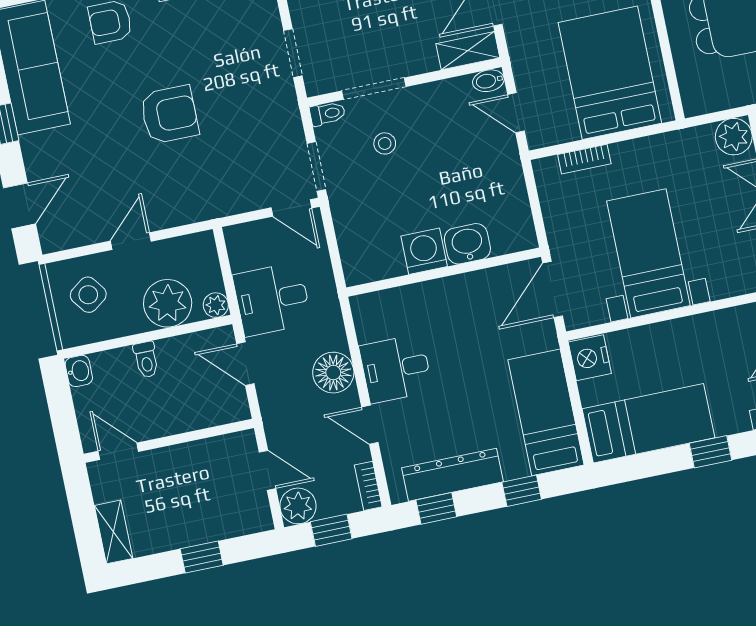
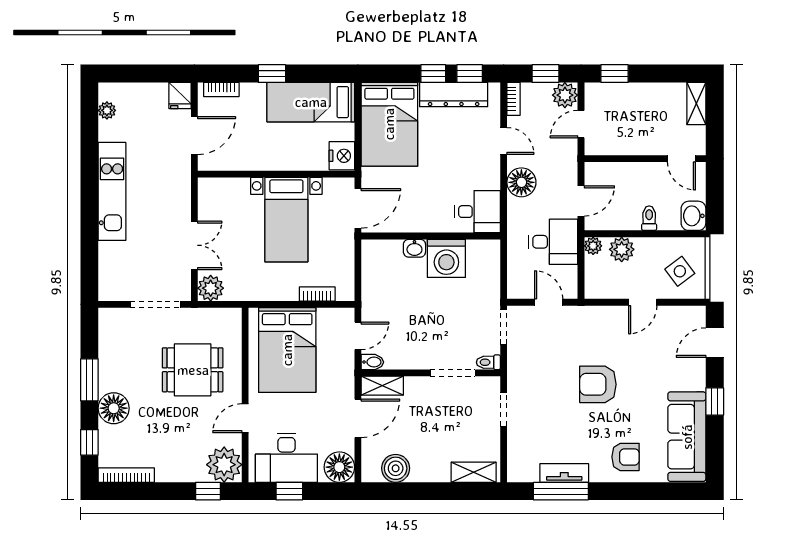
door: (516, 113) -> (358, 336), hinge flipped
stool: (385, 143) -> (453, 333), removed
door: (291, 208) -> (549, 302), moved
washbasin: (467, 244) -> (414, 248), width x0.72, depth x0.69
washing machine: (424, 251) -> (446, 258), width x1.37, depth x1.37
plant: (168, 303) -> (622, 249), width x0.73, depth x0.73
door: (245, 364) -> (581, 201), hinge flipped
desk: (396, 369) -> (478, 212), moved
washbasin: (79, 371) -> (693, 216), width x1.38, depth x1.45
bed: (546, 412) -> (389, 124), width x1.50
door: (267, 470) -> (581, 124), hinge flipped
window: (522, 491) -> (433, 74), moved
window: (202, 557) -> (615, 74), moved

